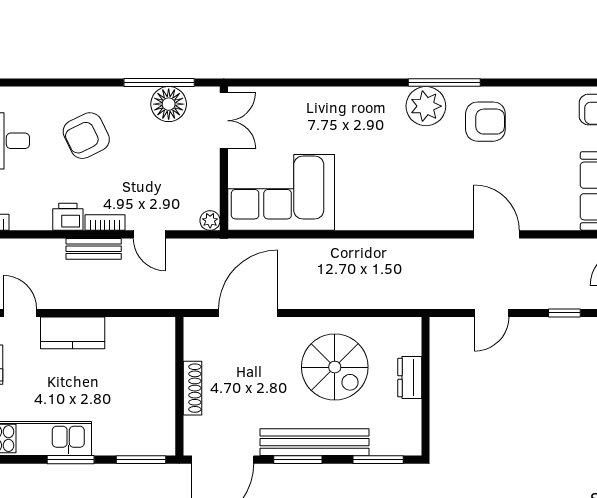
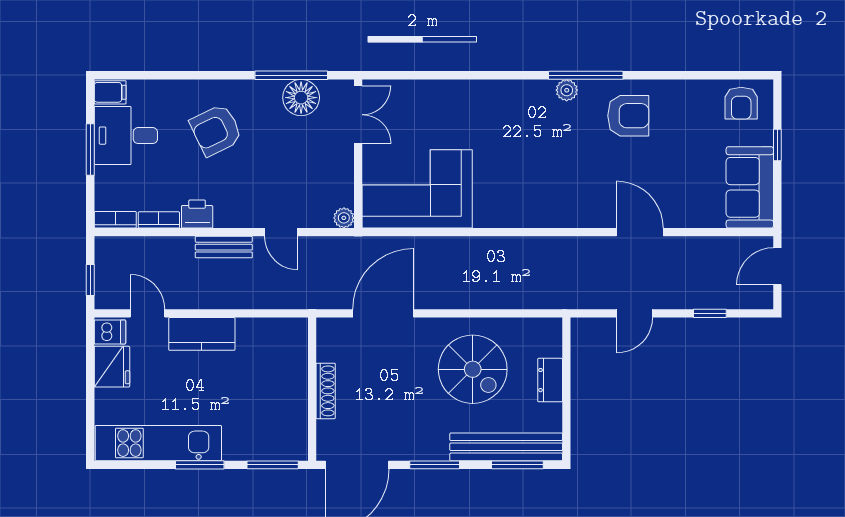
plant: (426, 106) -> (567, 90), width x0.53, depth x0.53
bookcase: (105, 223) -> (159, 220), moved
bench: (314, 442) -> (506, 447), moved

